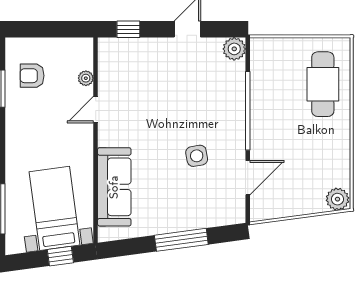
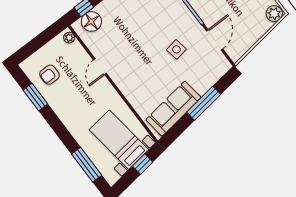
floor lamp: (125, 52) -> (91, 22), added
plant: (86, 78) -> (69, 38), moved
sofa: (114, 187) -> (173, 109), moved, turned -98

